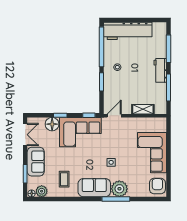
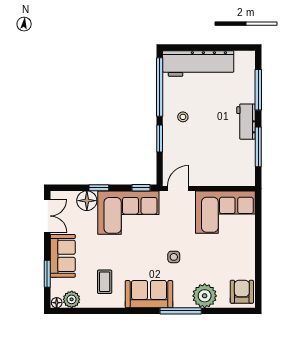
shelving: (143, 109) -> (220, 179), removed
corner sofa: (152, 153) -> (225, 212), moved, turned -90
plant: (119, 189) -> (205, 296), moved

